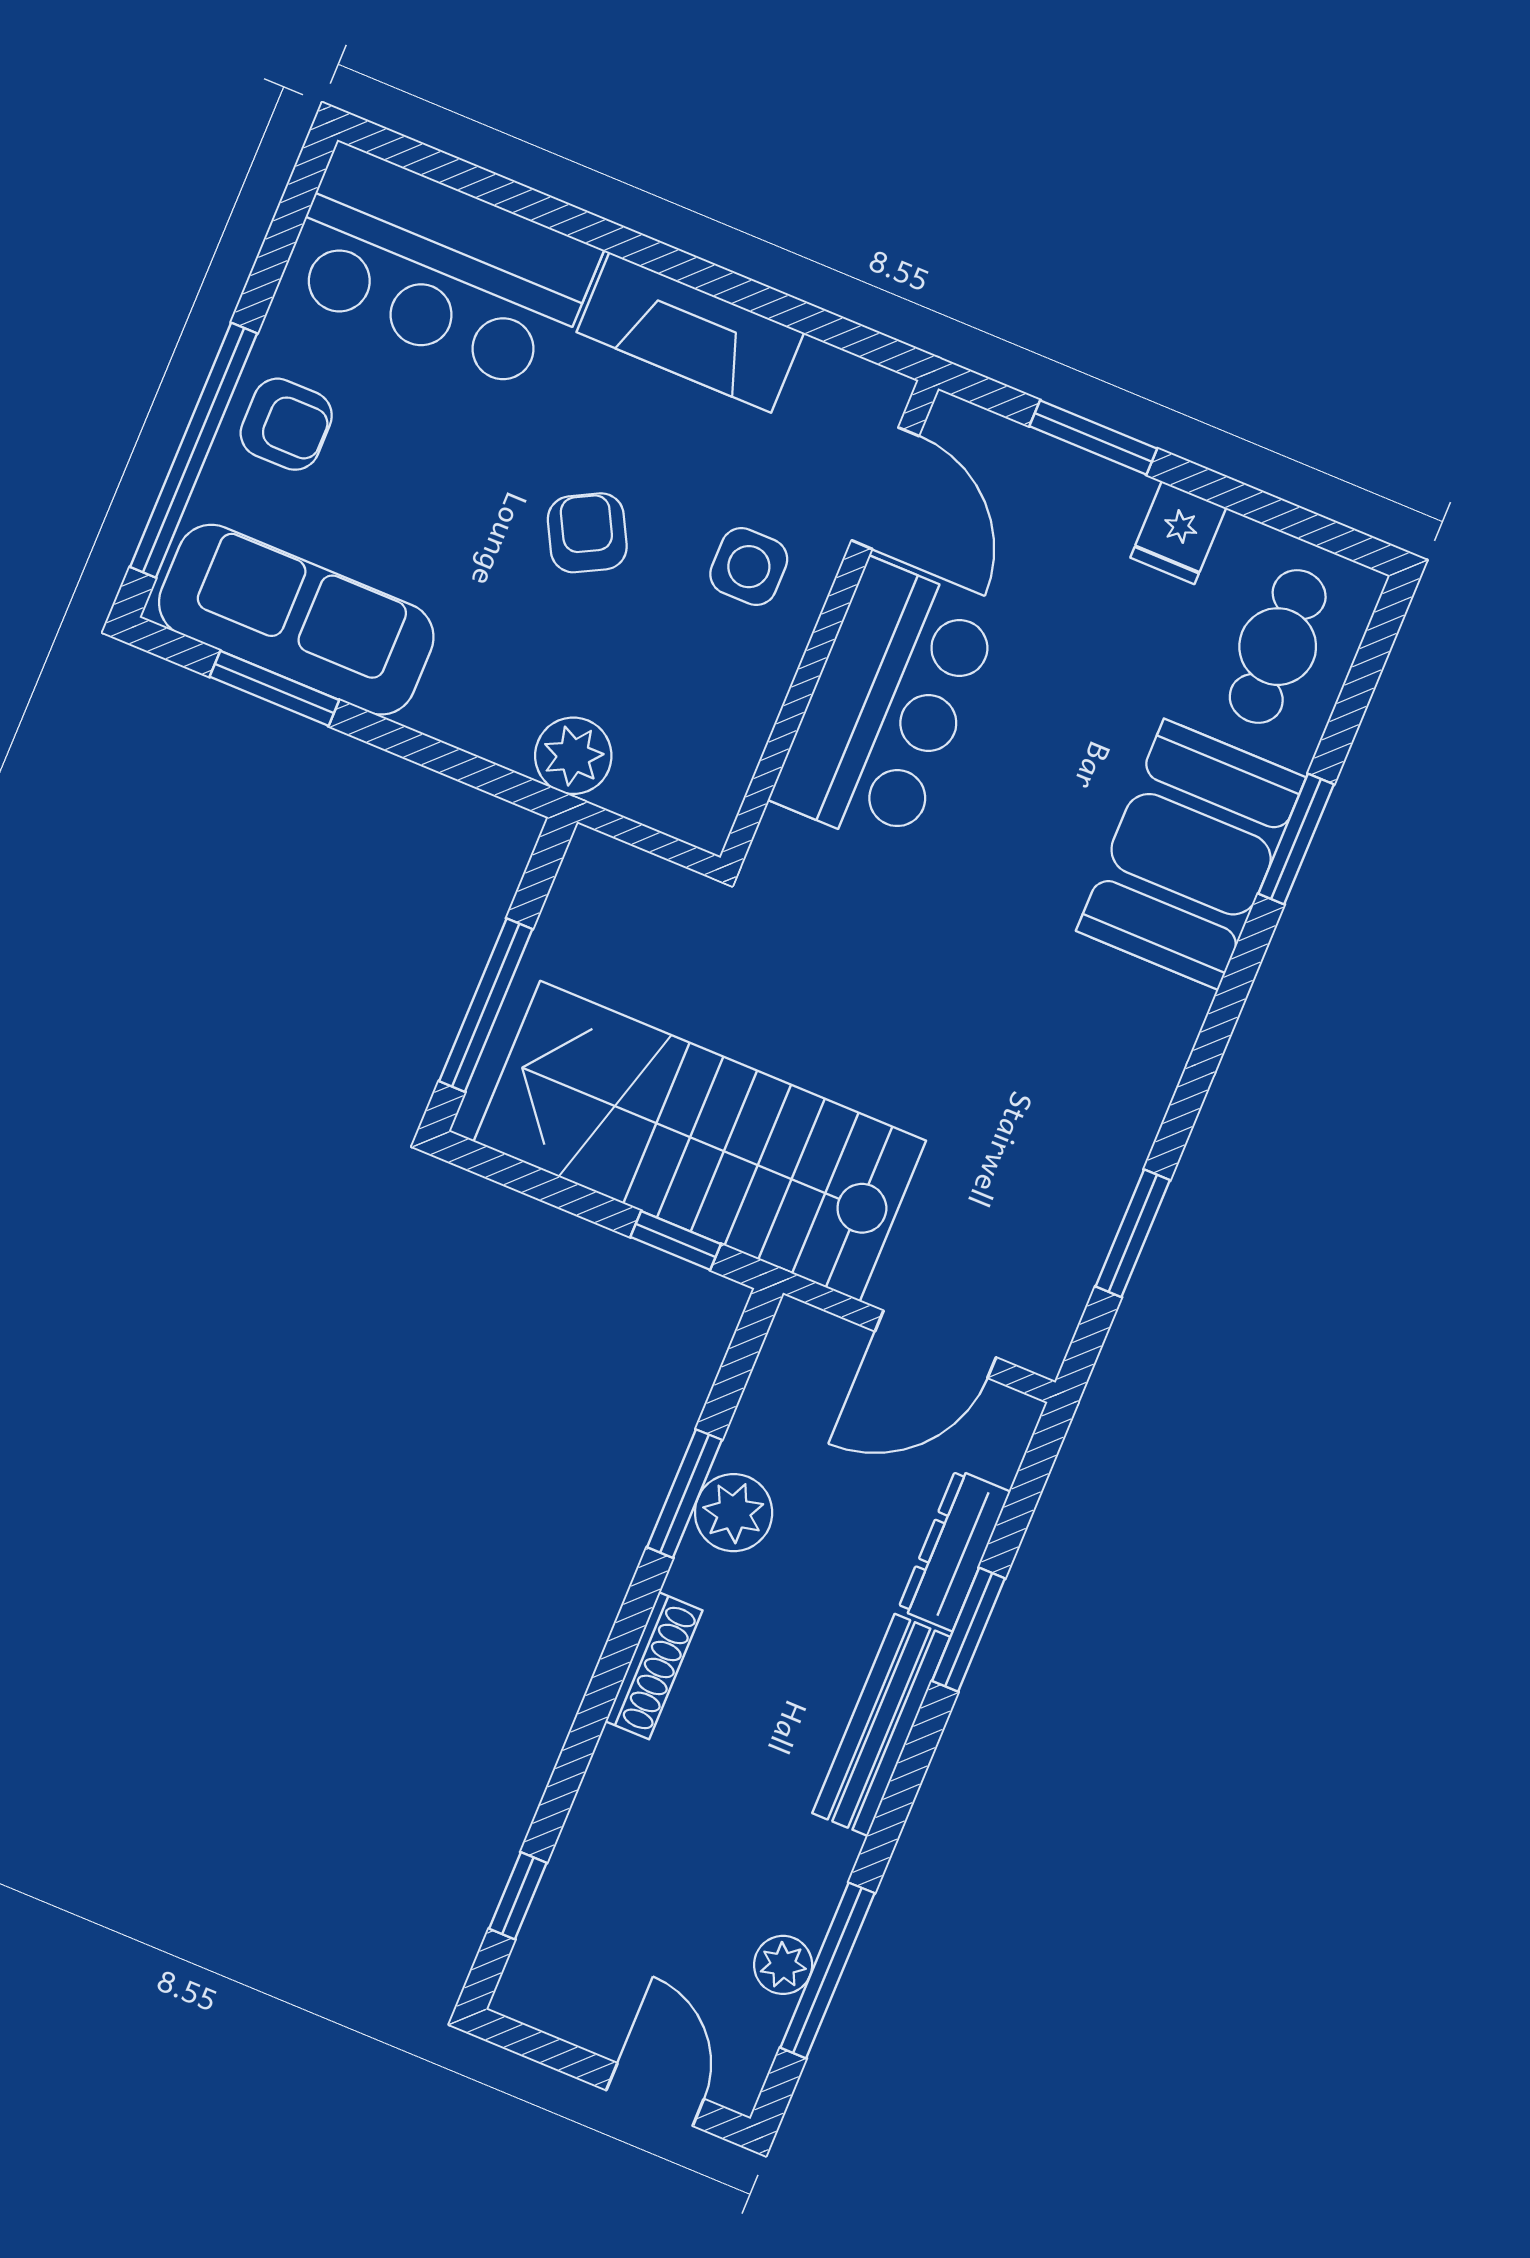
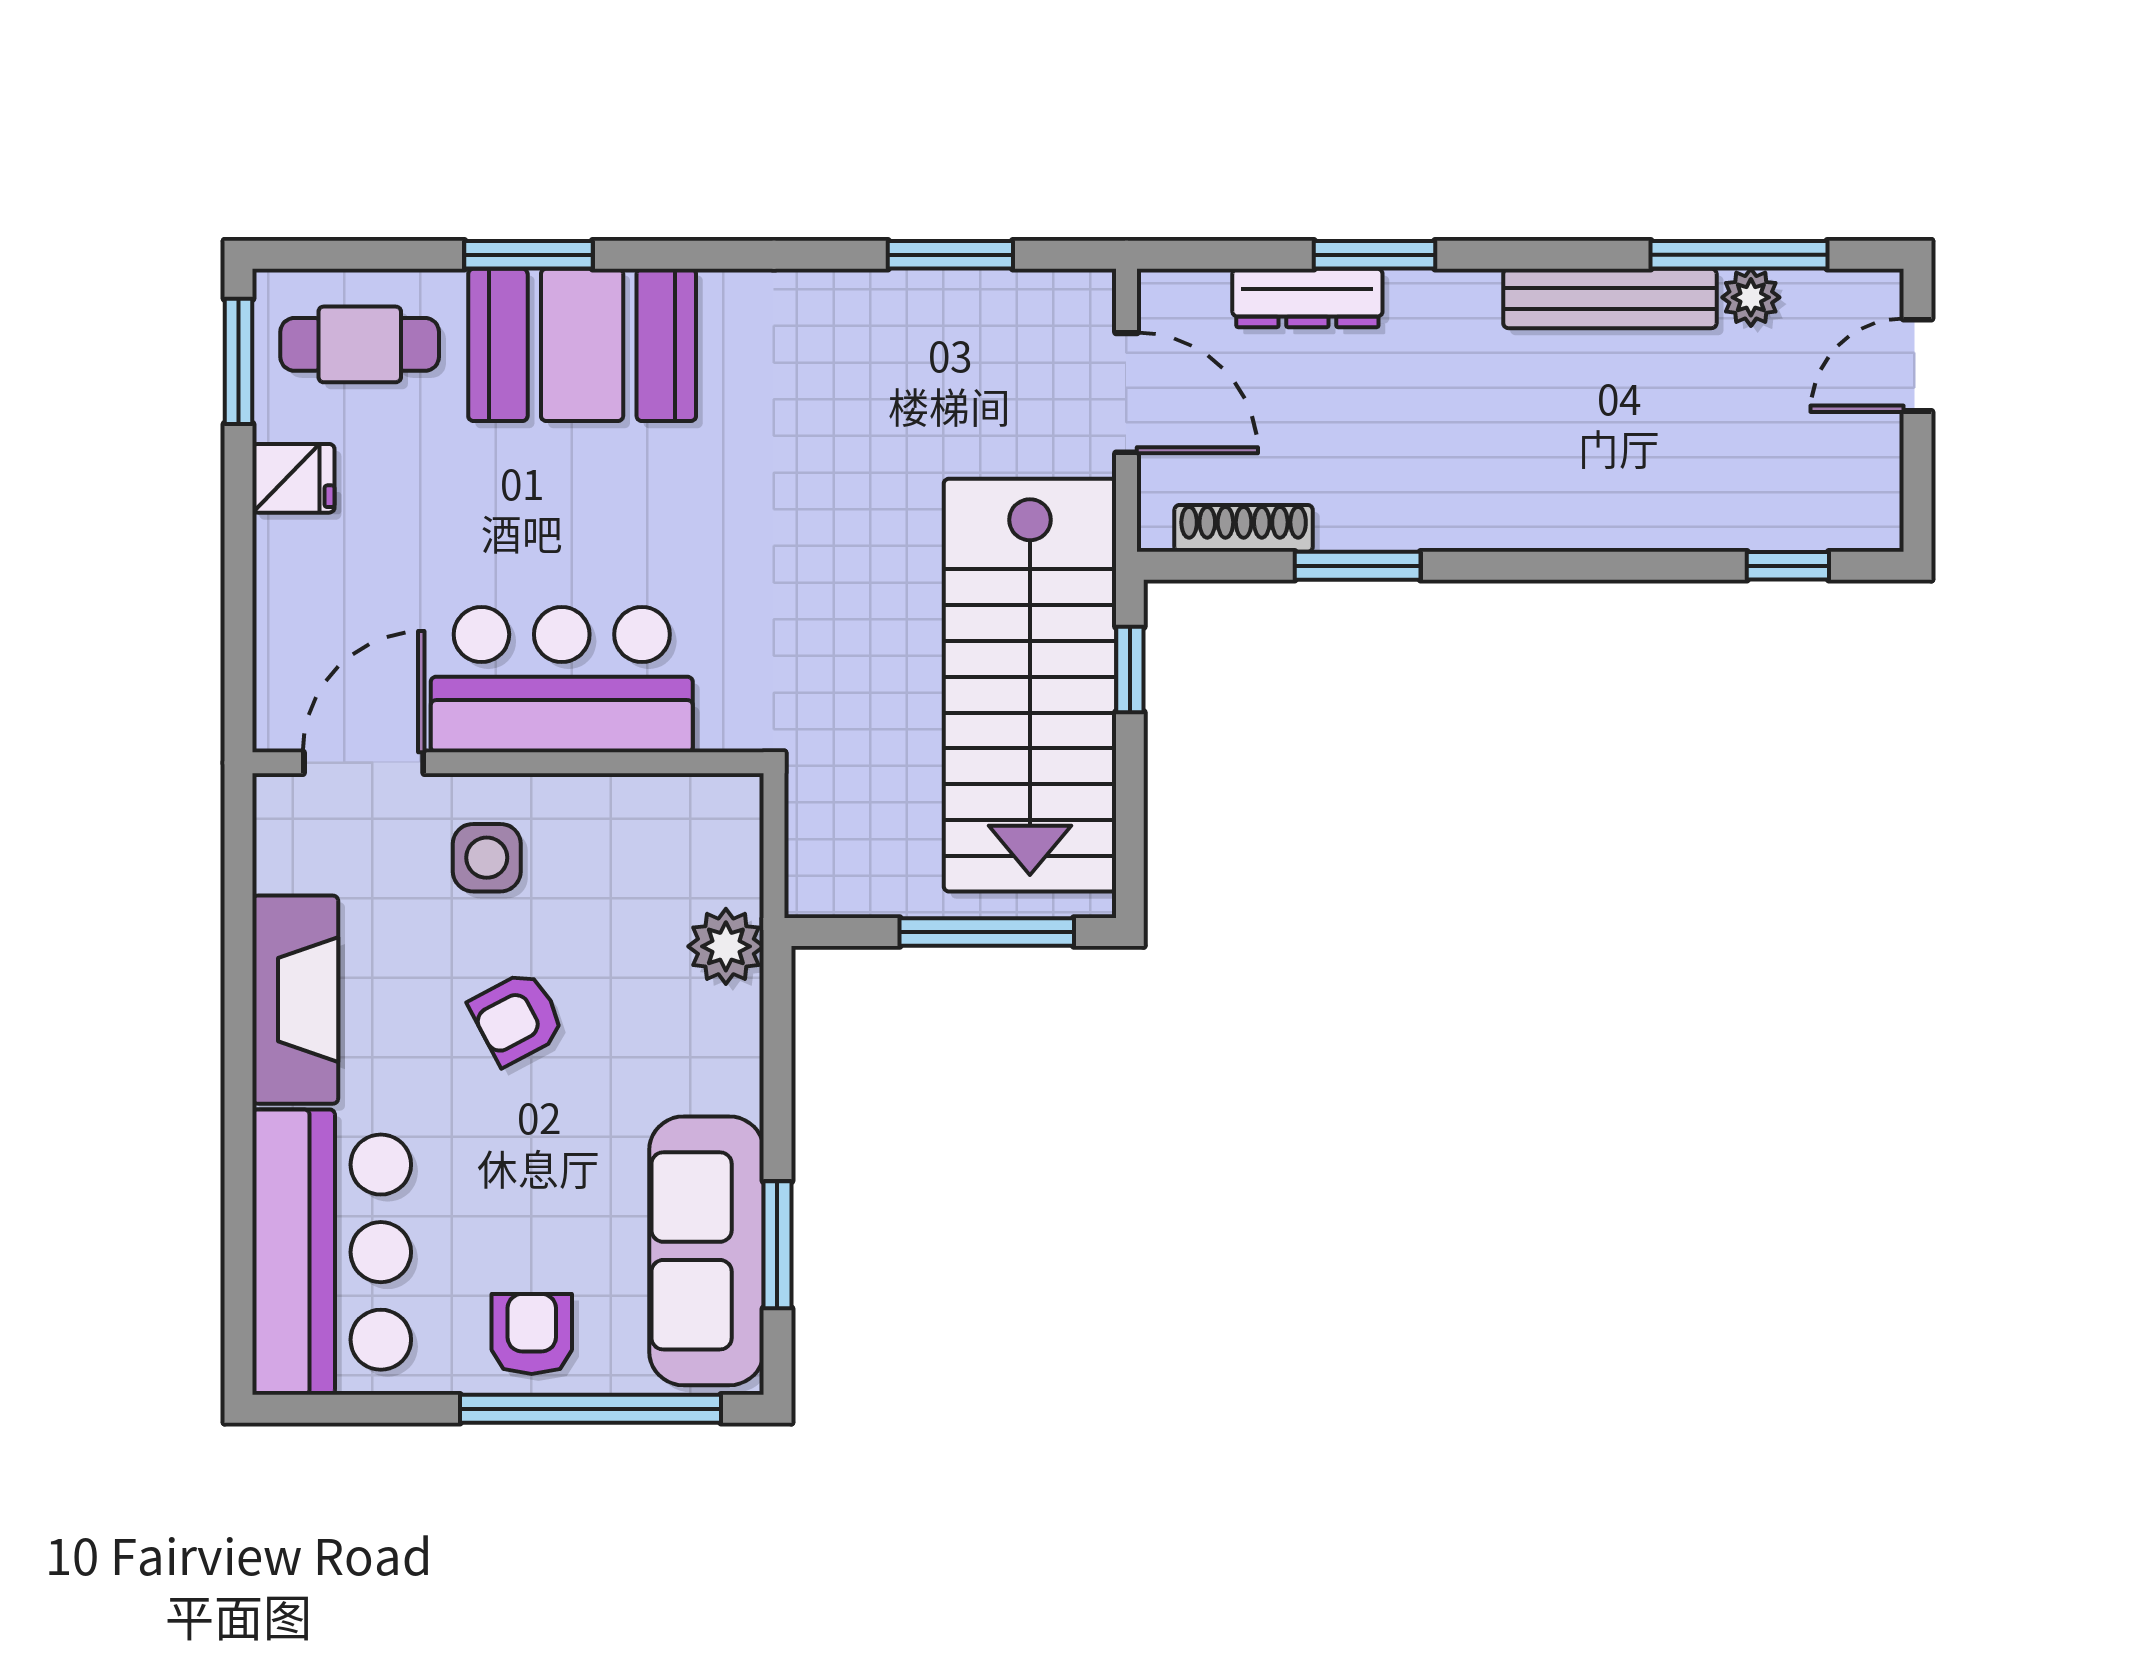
window: (1093, 437) -> (238, 361), moved
plant: (734, 1513) -> (1356, 514), removed
shoe rack: (654, 1666) -> (1244, 528), moved
bench: (881, 1725) -> (1610, 298), moved

